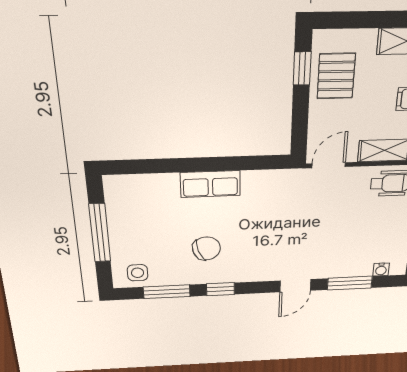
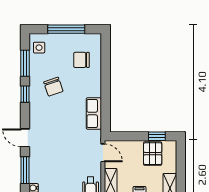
pallet: (336, 76) -> (153, 154), turned 90
row of seats: (210, 184) -> (94, 114), moved
chair: (155, 206) -> (82, 60), added

